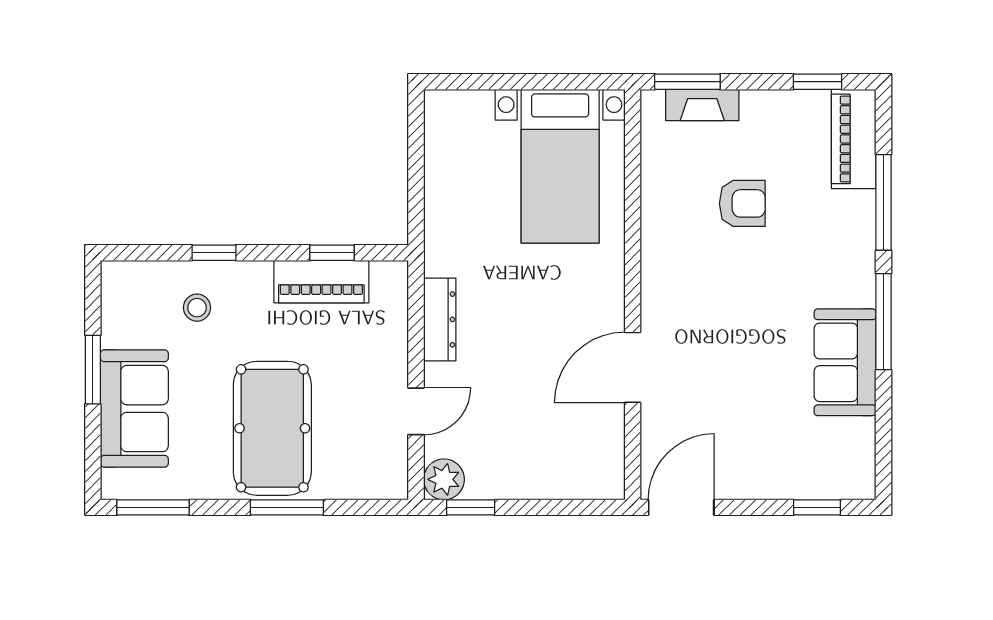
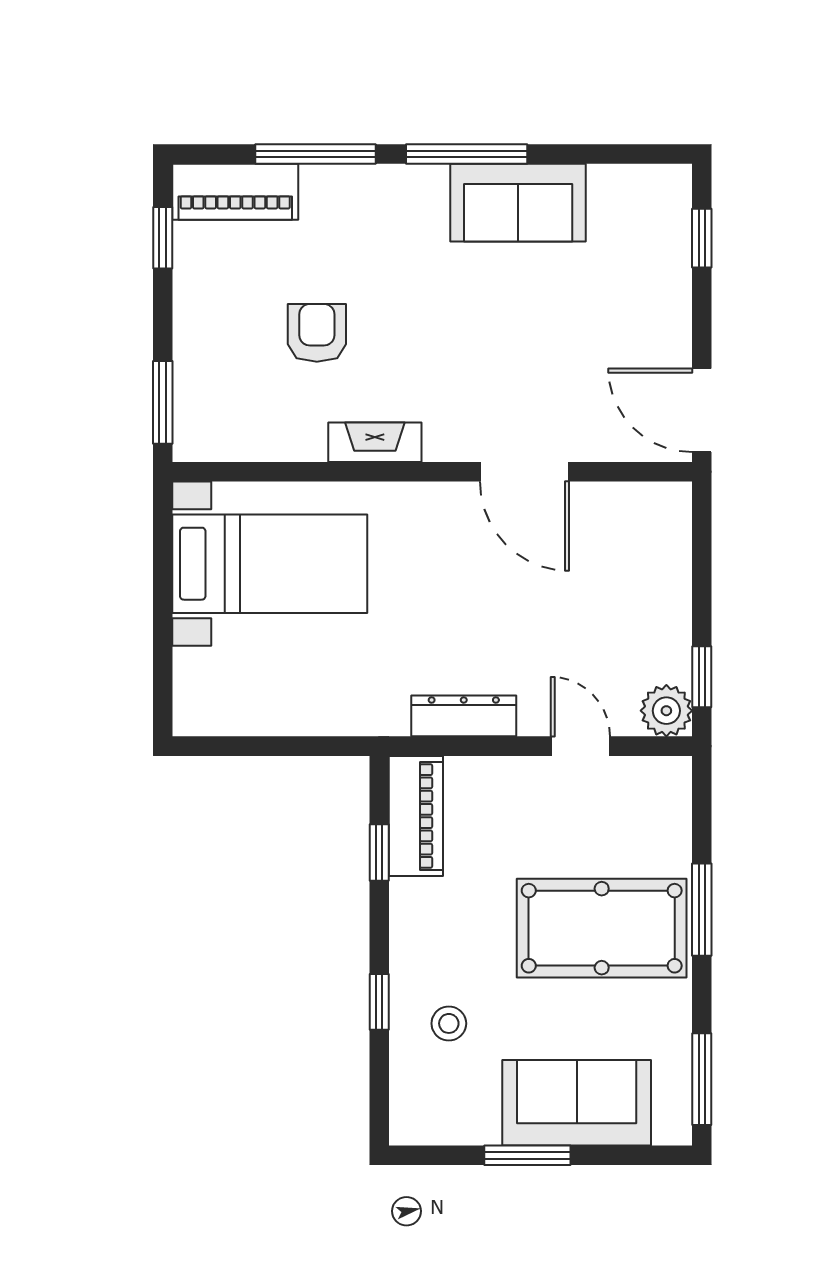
fireplace: (702, 105) -> (375, 442), moved, turned -90
piano: (321, 282) -> (416, 816), moved

